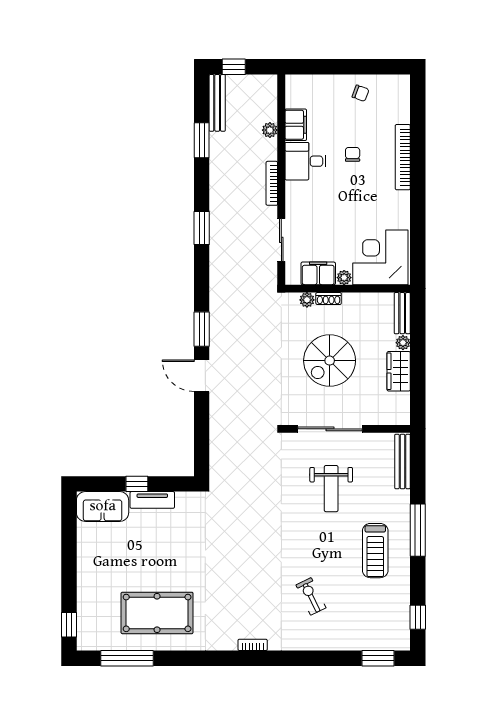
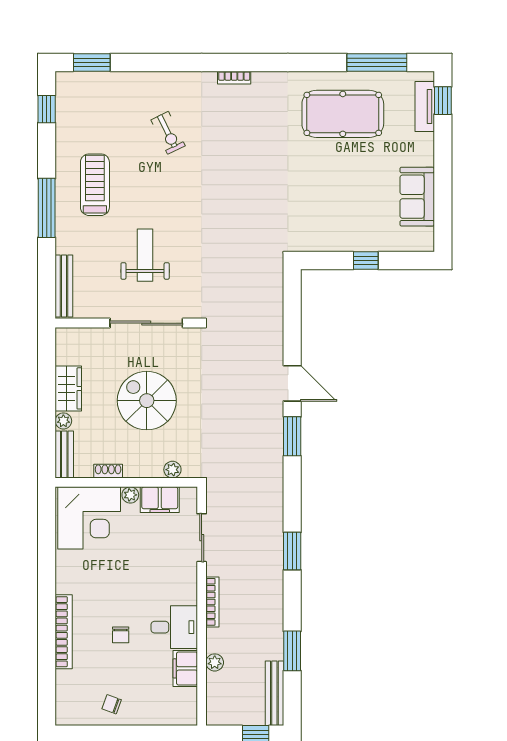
shoe rack: (329, 298) -> (108, 471), moved
spiral stairs: (330, 361) -> (147, 401), turned -90
tv unit: (152, 500) -> (425, 106), moved, turned -90
sofa: (103, 506) -> (417, 197), moved, turned -90

